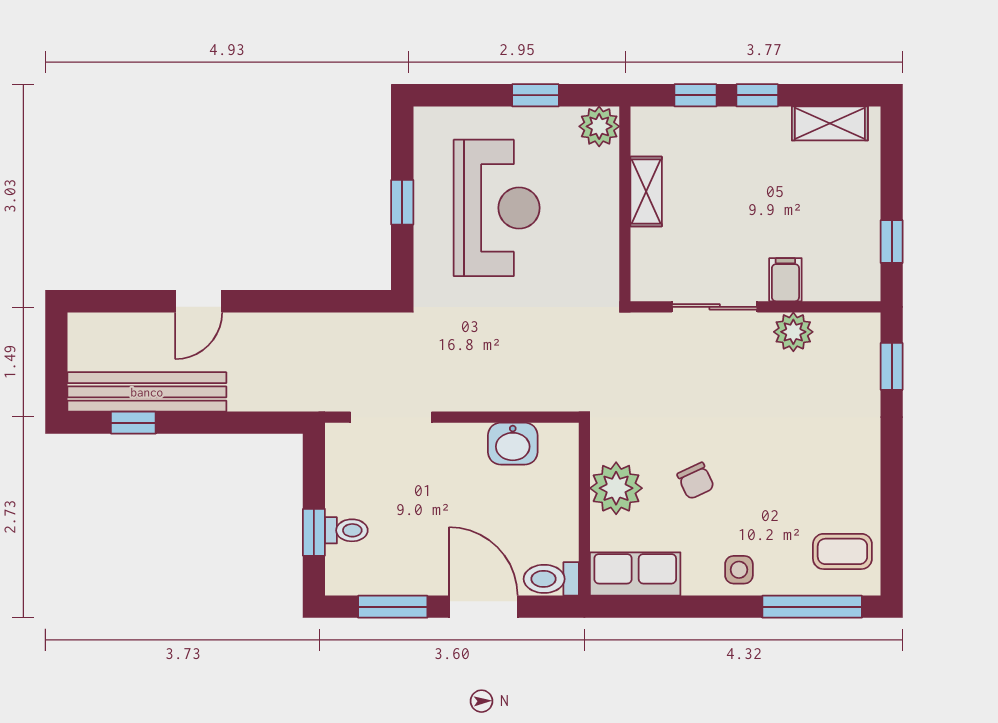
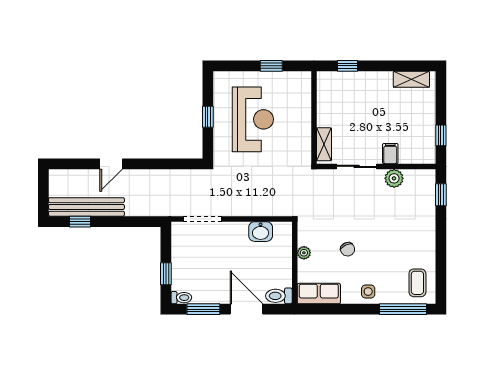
window: (757, 95) -> (377, 66), removed
plant: (599, 126) -> (302, 81), removed
shelving: (646, 192) -> (324, 144), moved
plant: (616, 488) -> (304, 253), width x0.53, depth x0.53
toilet: (346, 530) -> (181, 298), moved
coffee table: (842, 551) -> (417, 283), turned 90

